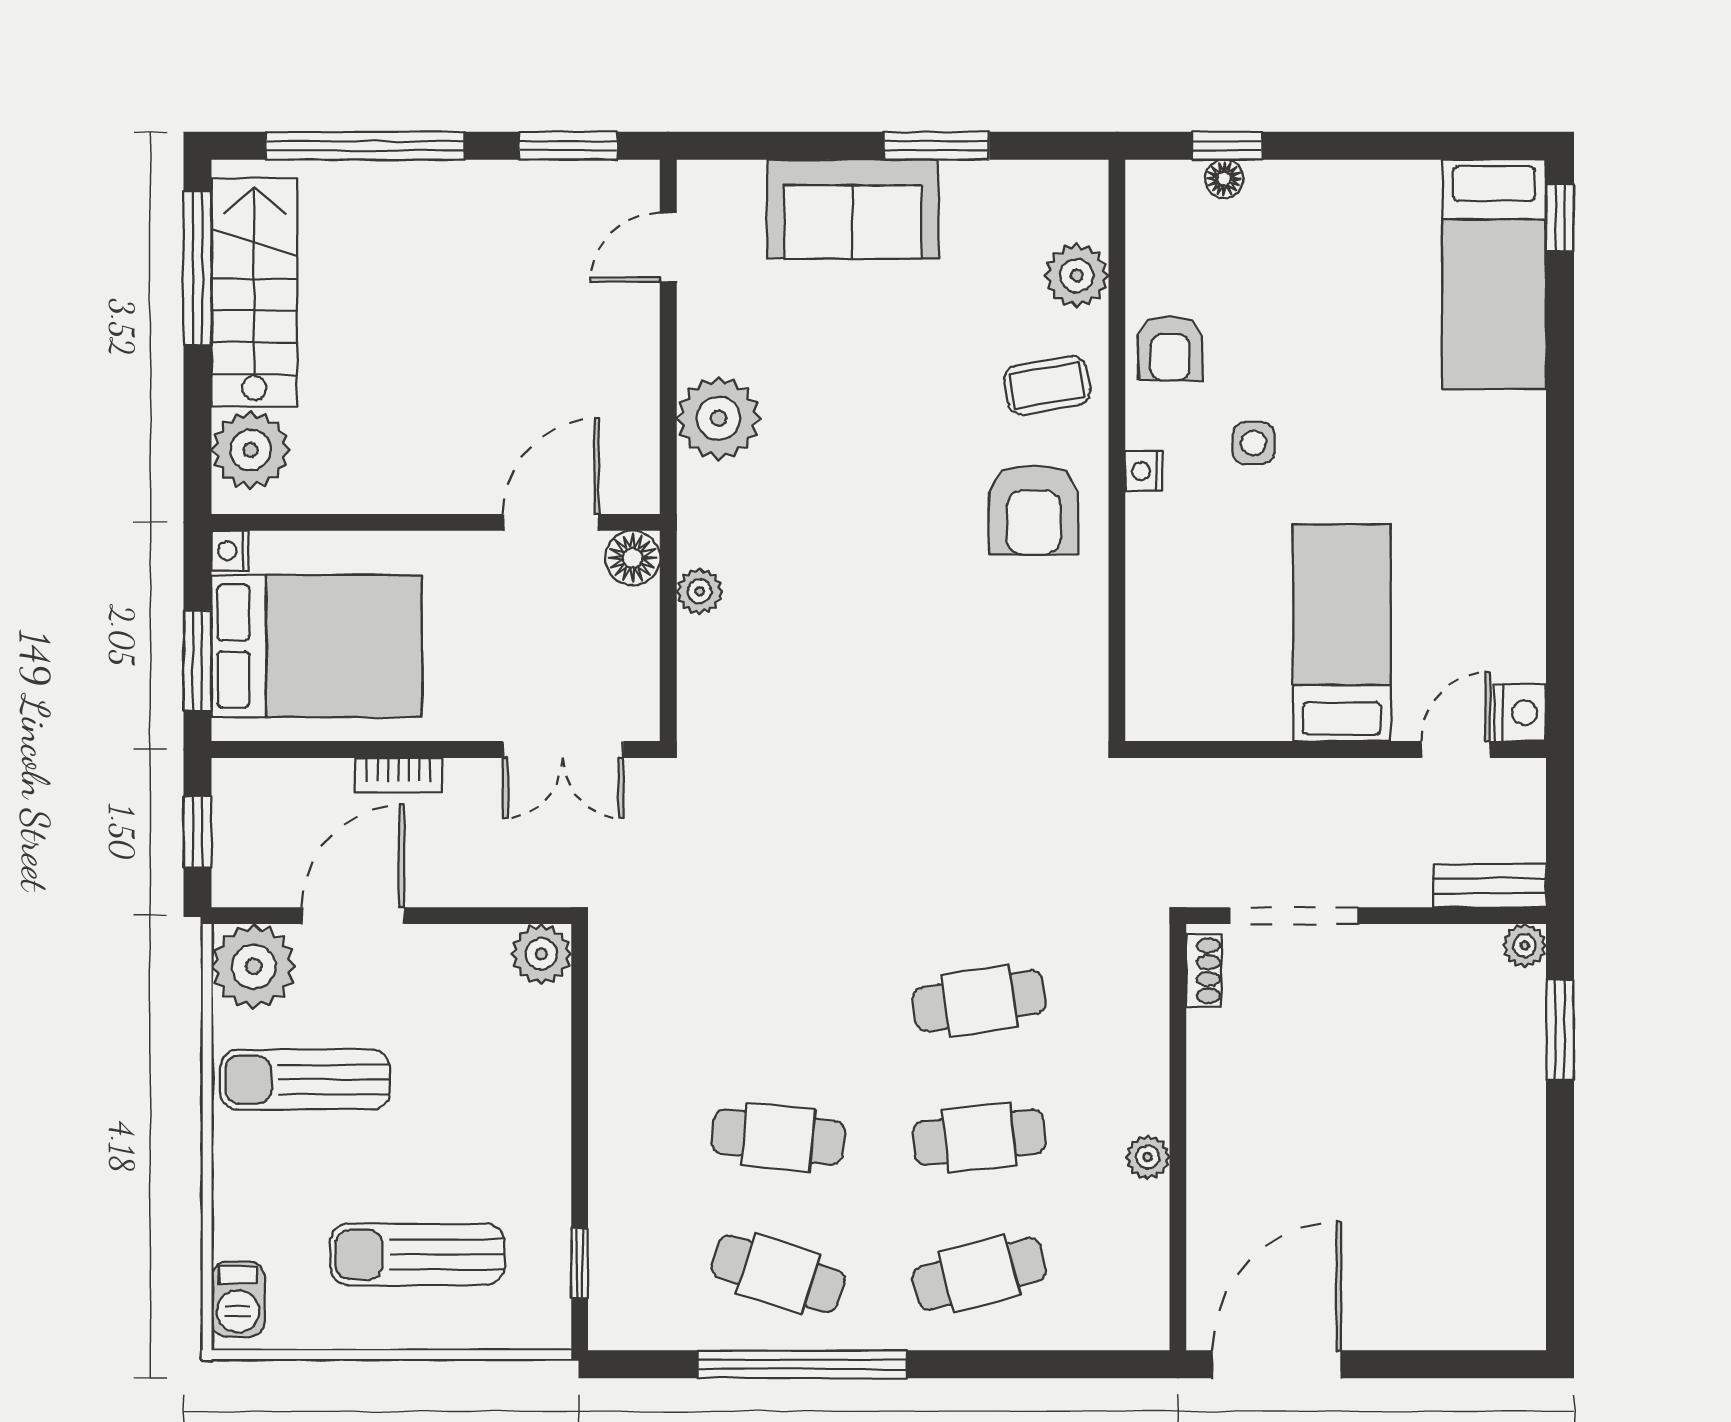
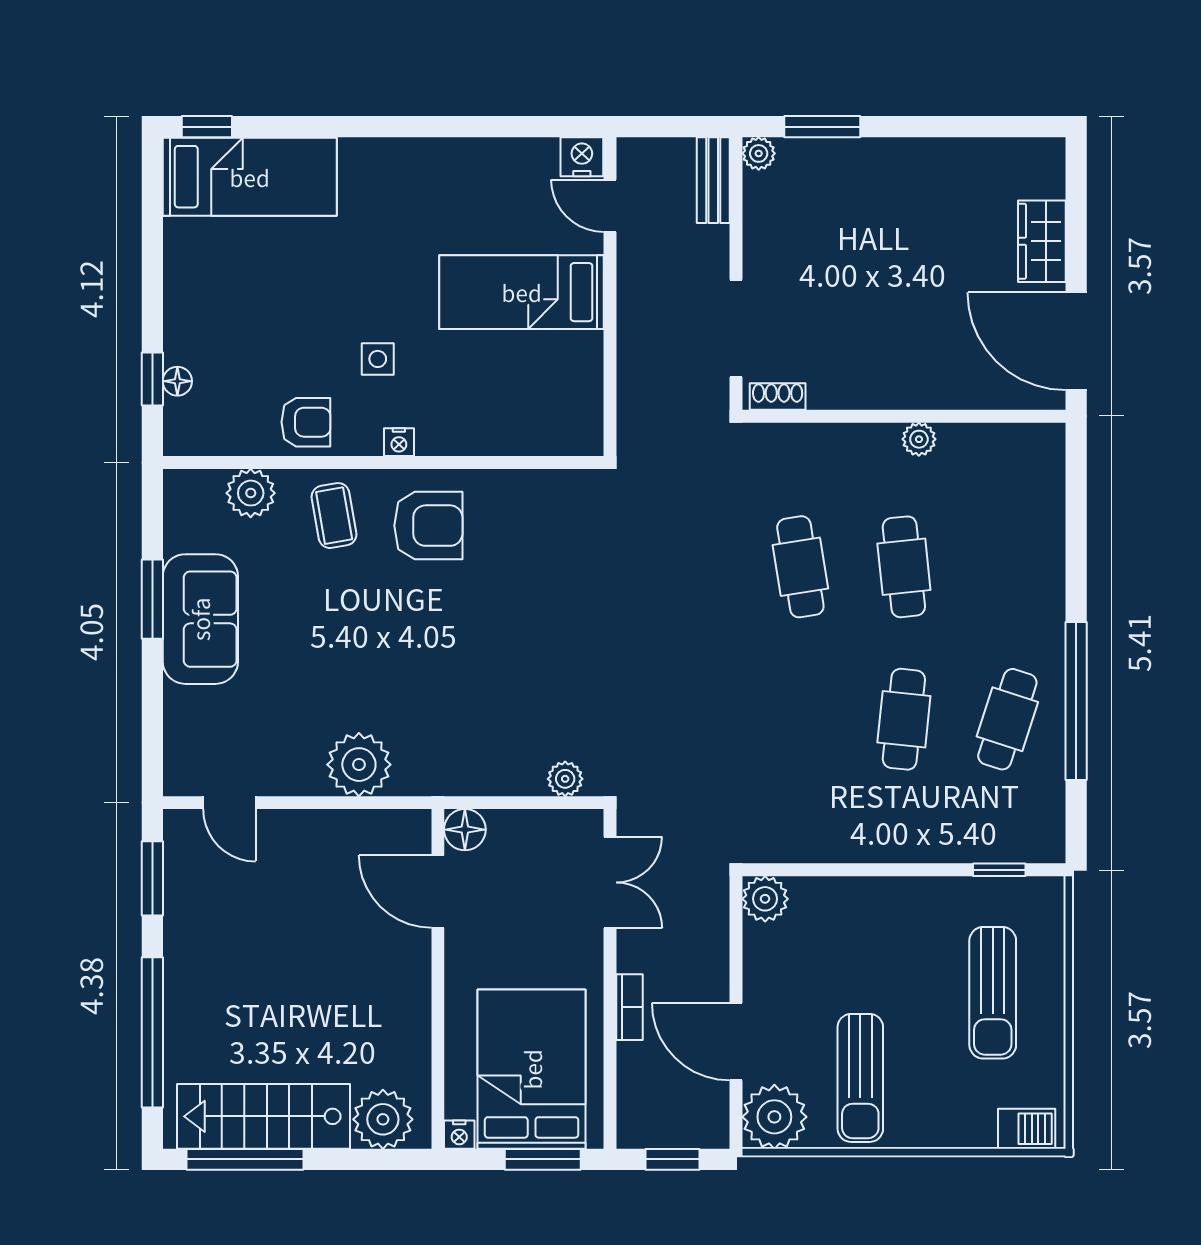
sofa: (853, 209) -> (200, 619), moved
plant: (700, 591) -> (565, 779), moved
cafe table: (979, 1274) -> (1007, 567), removed
wardrobe: (1409, 1319) -> (1042, 241), added

